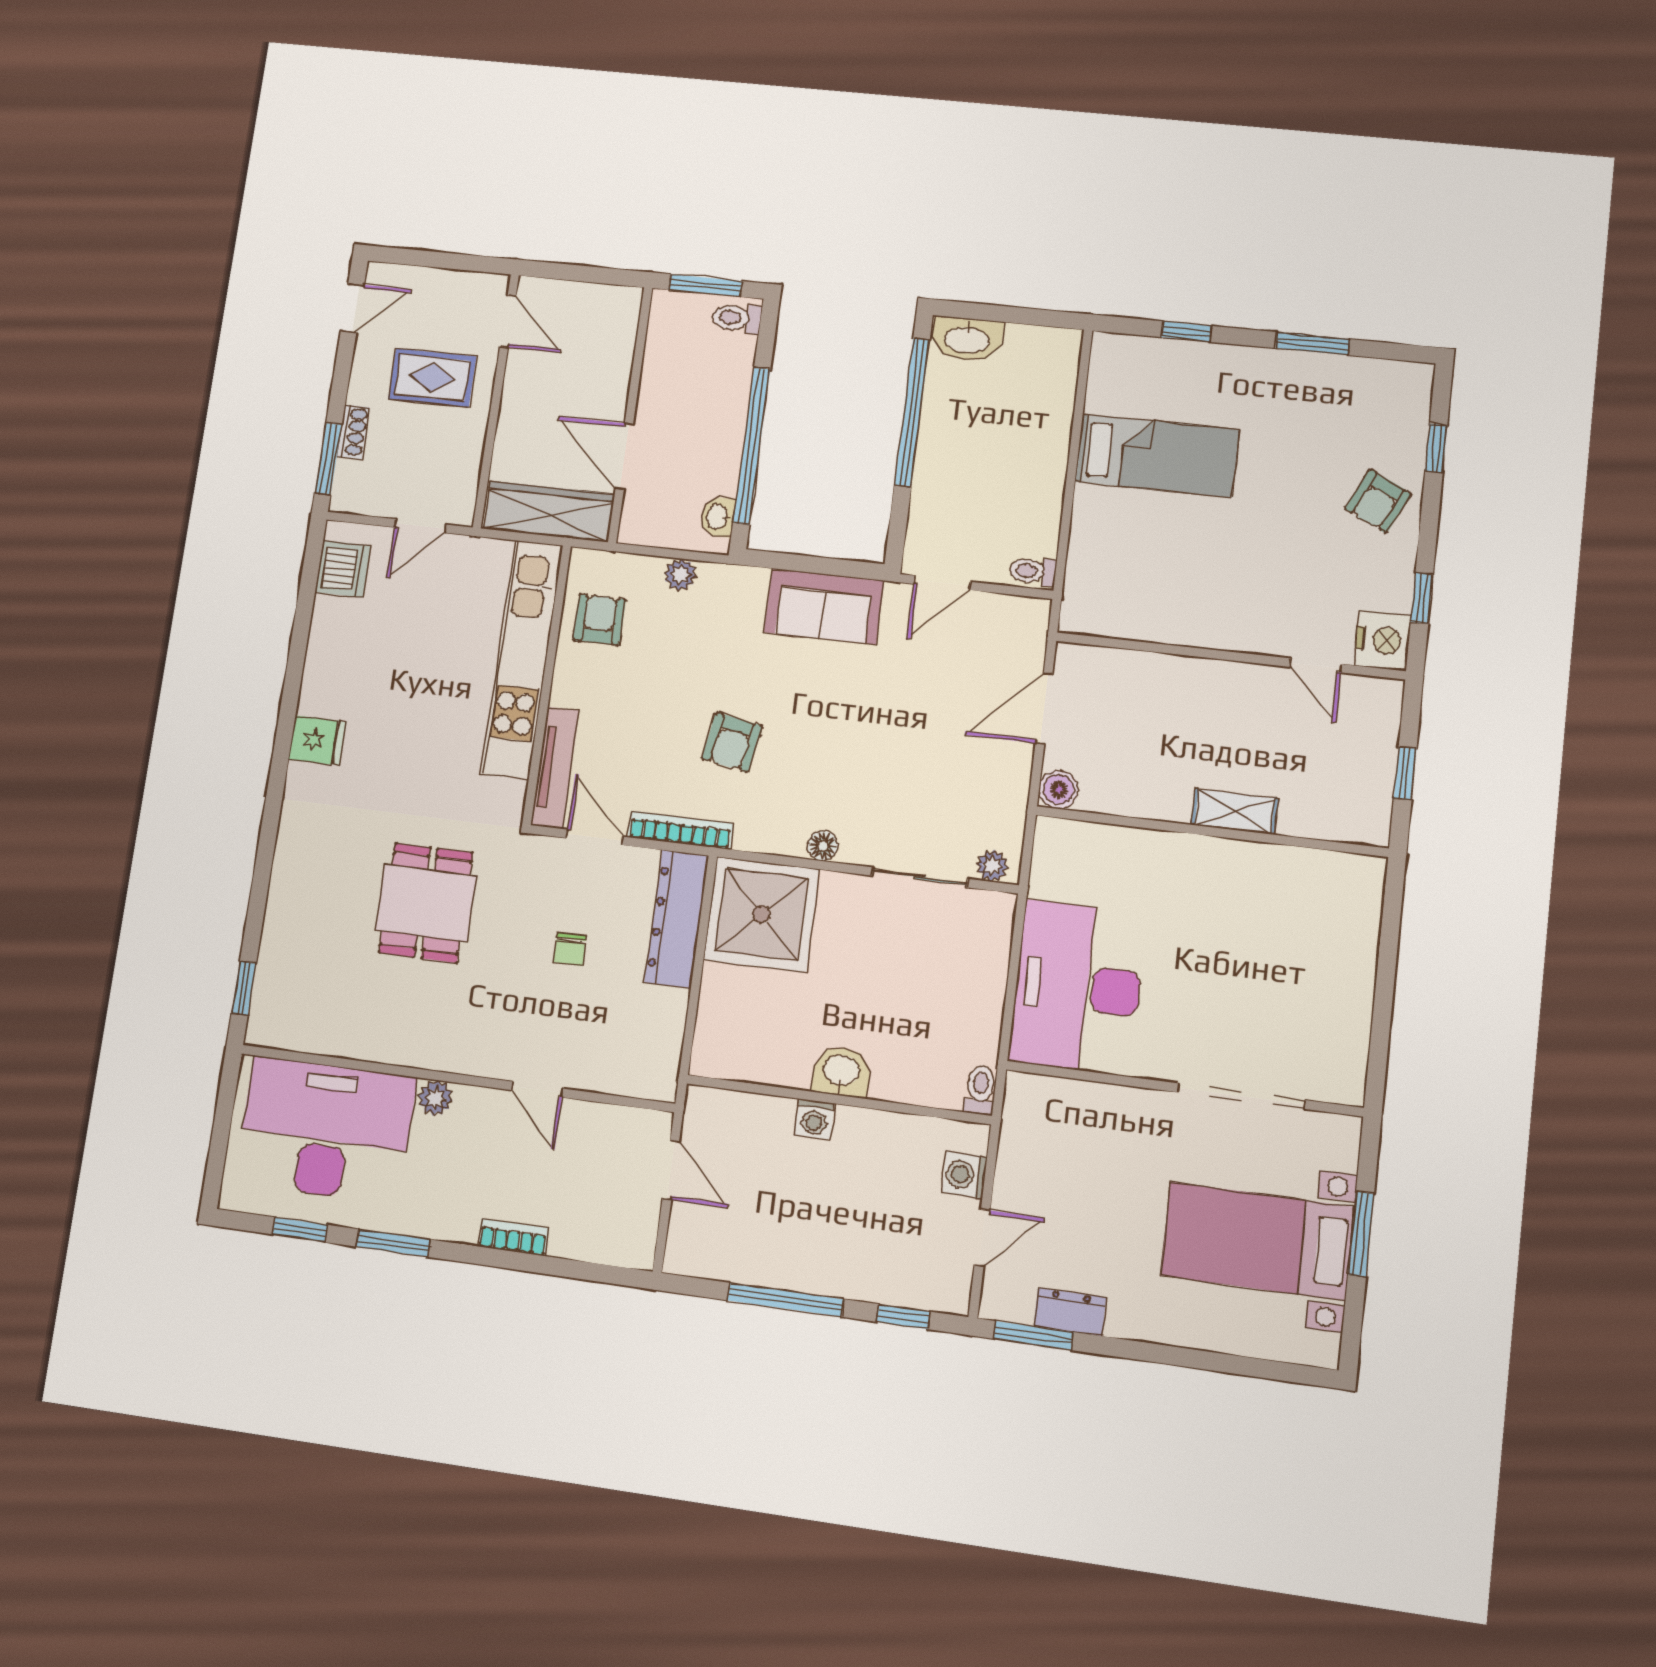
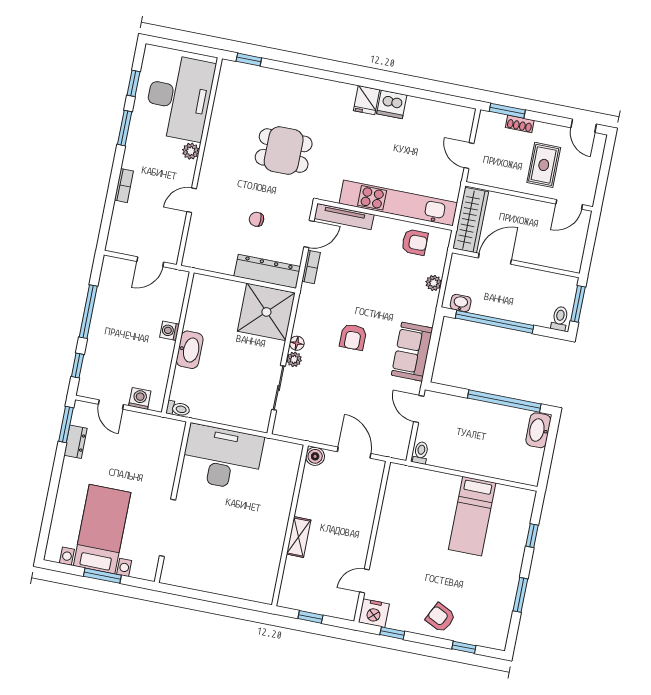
dishwasher: (343, 569) -> (392, 104), moved
armchair: (732, 742) -> (353, 337), moved, turned -100
bookcase: (681, 830) -> (311, 267), width x0.64
plant: (992, 866) -> (294, 359), moved
washbasin: (841, 1071) -> (190, 350), width x1.38

